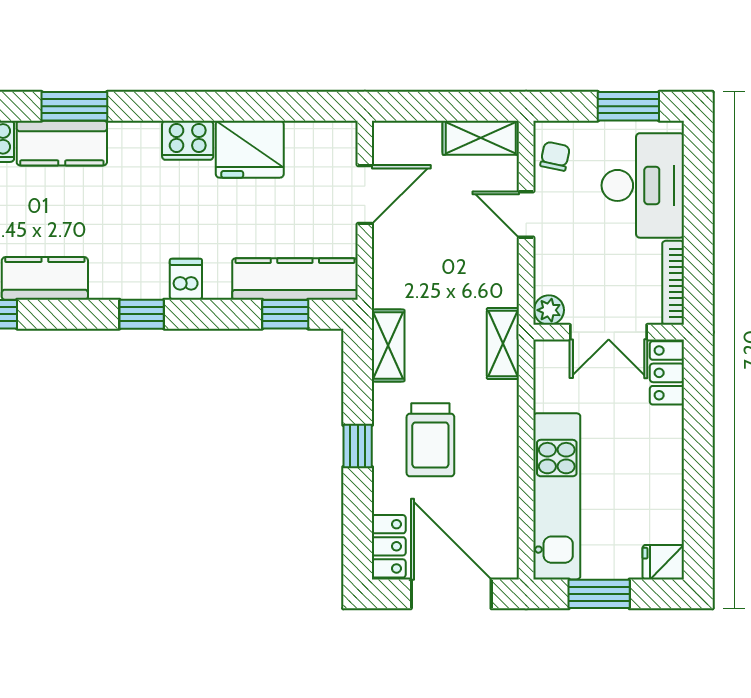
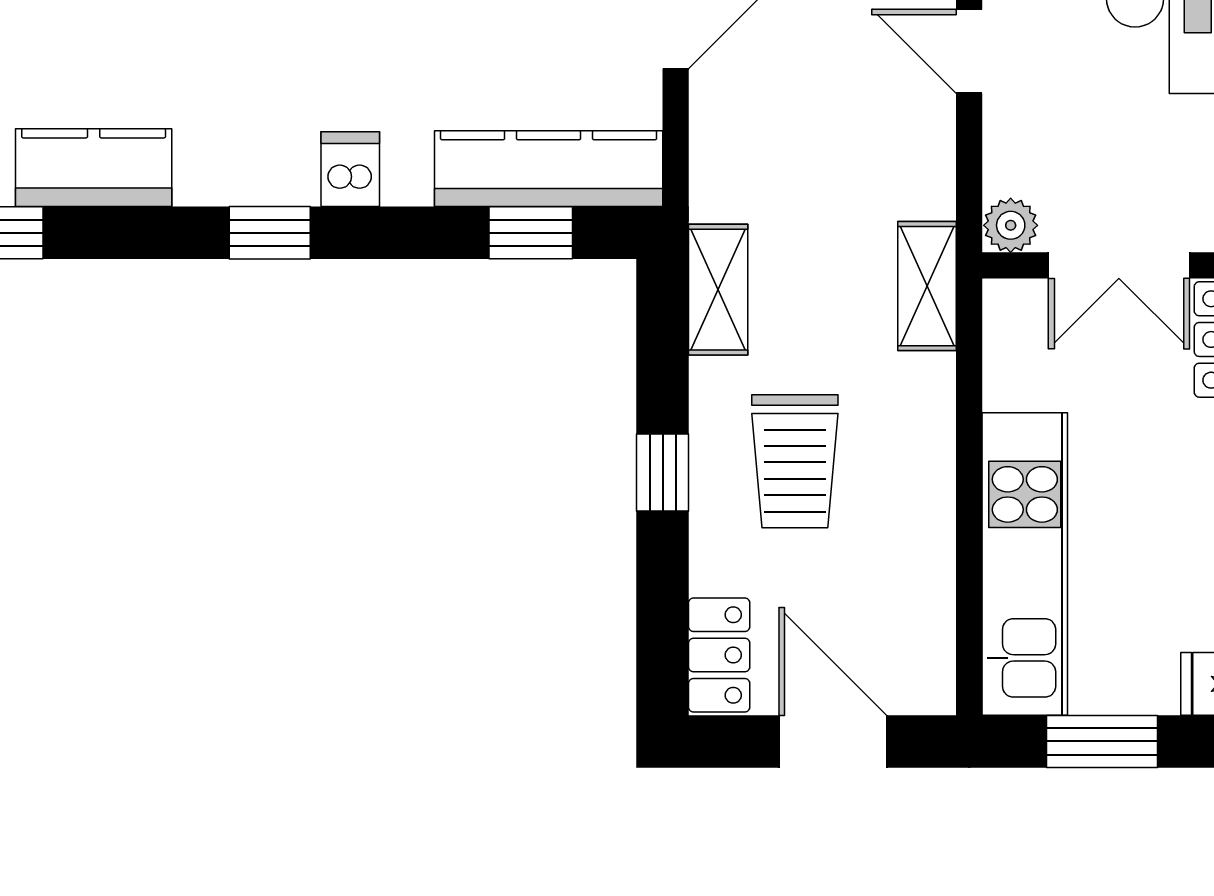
door: (451, 594) -> (833, 741), width x0.73

